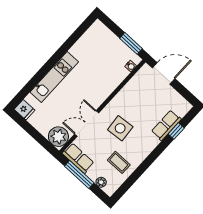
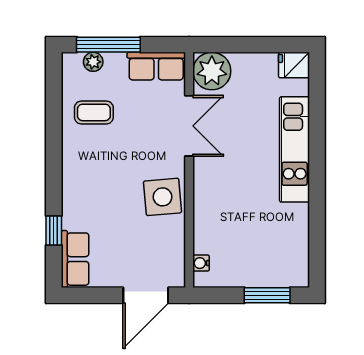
window: (131, 43) -> (267, 295), moved
row of seats: (166, 125) -> (75, 259), moved
side table: (120, 128) -> (163, 197), moved
window: (79, 175) -> (108, 45), moved

